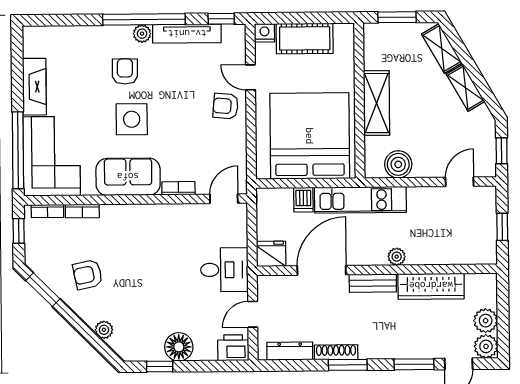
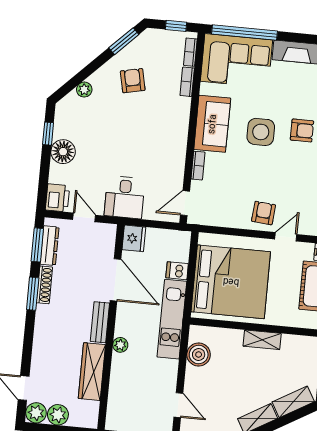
shelving: (377, 103) -> (262, 340), width x0.67, depth x0.75
door: (224, 199) -> (185, 203), swing flipped
window: (414, 364) -> (37, 245), moved

